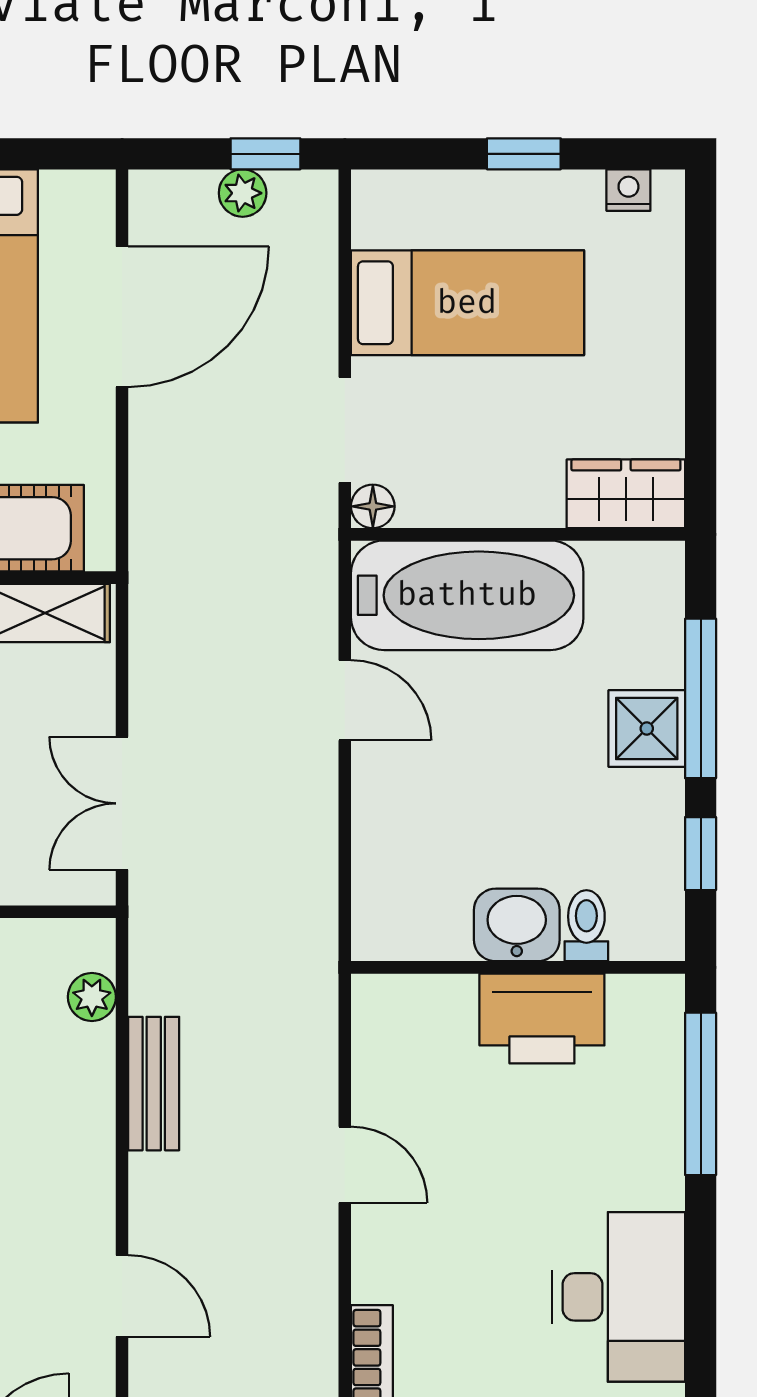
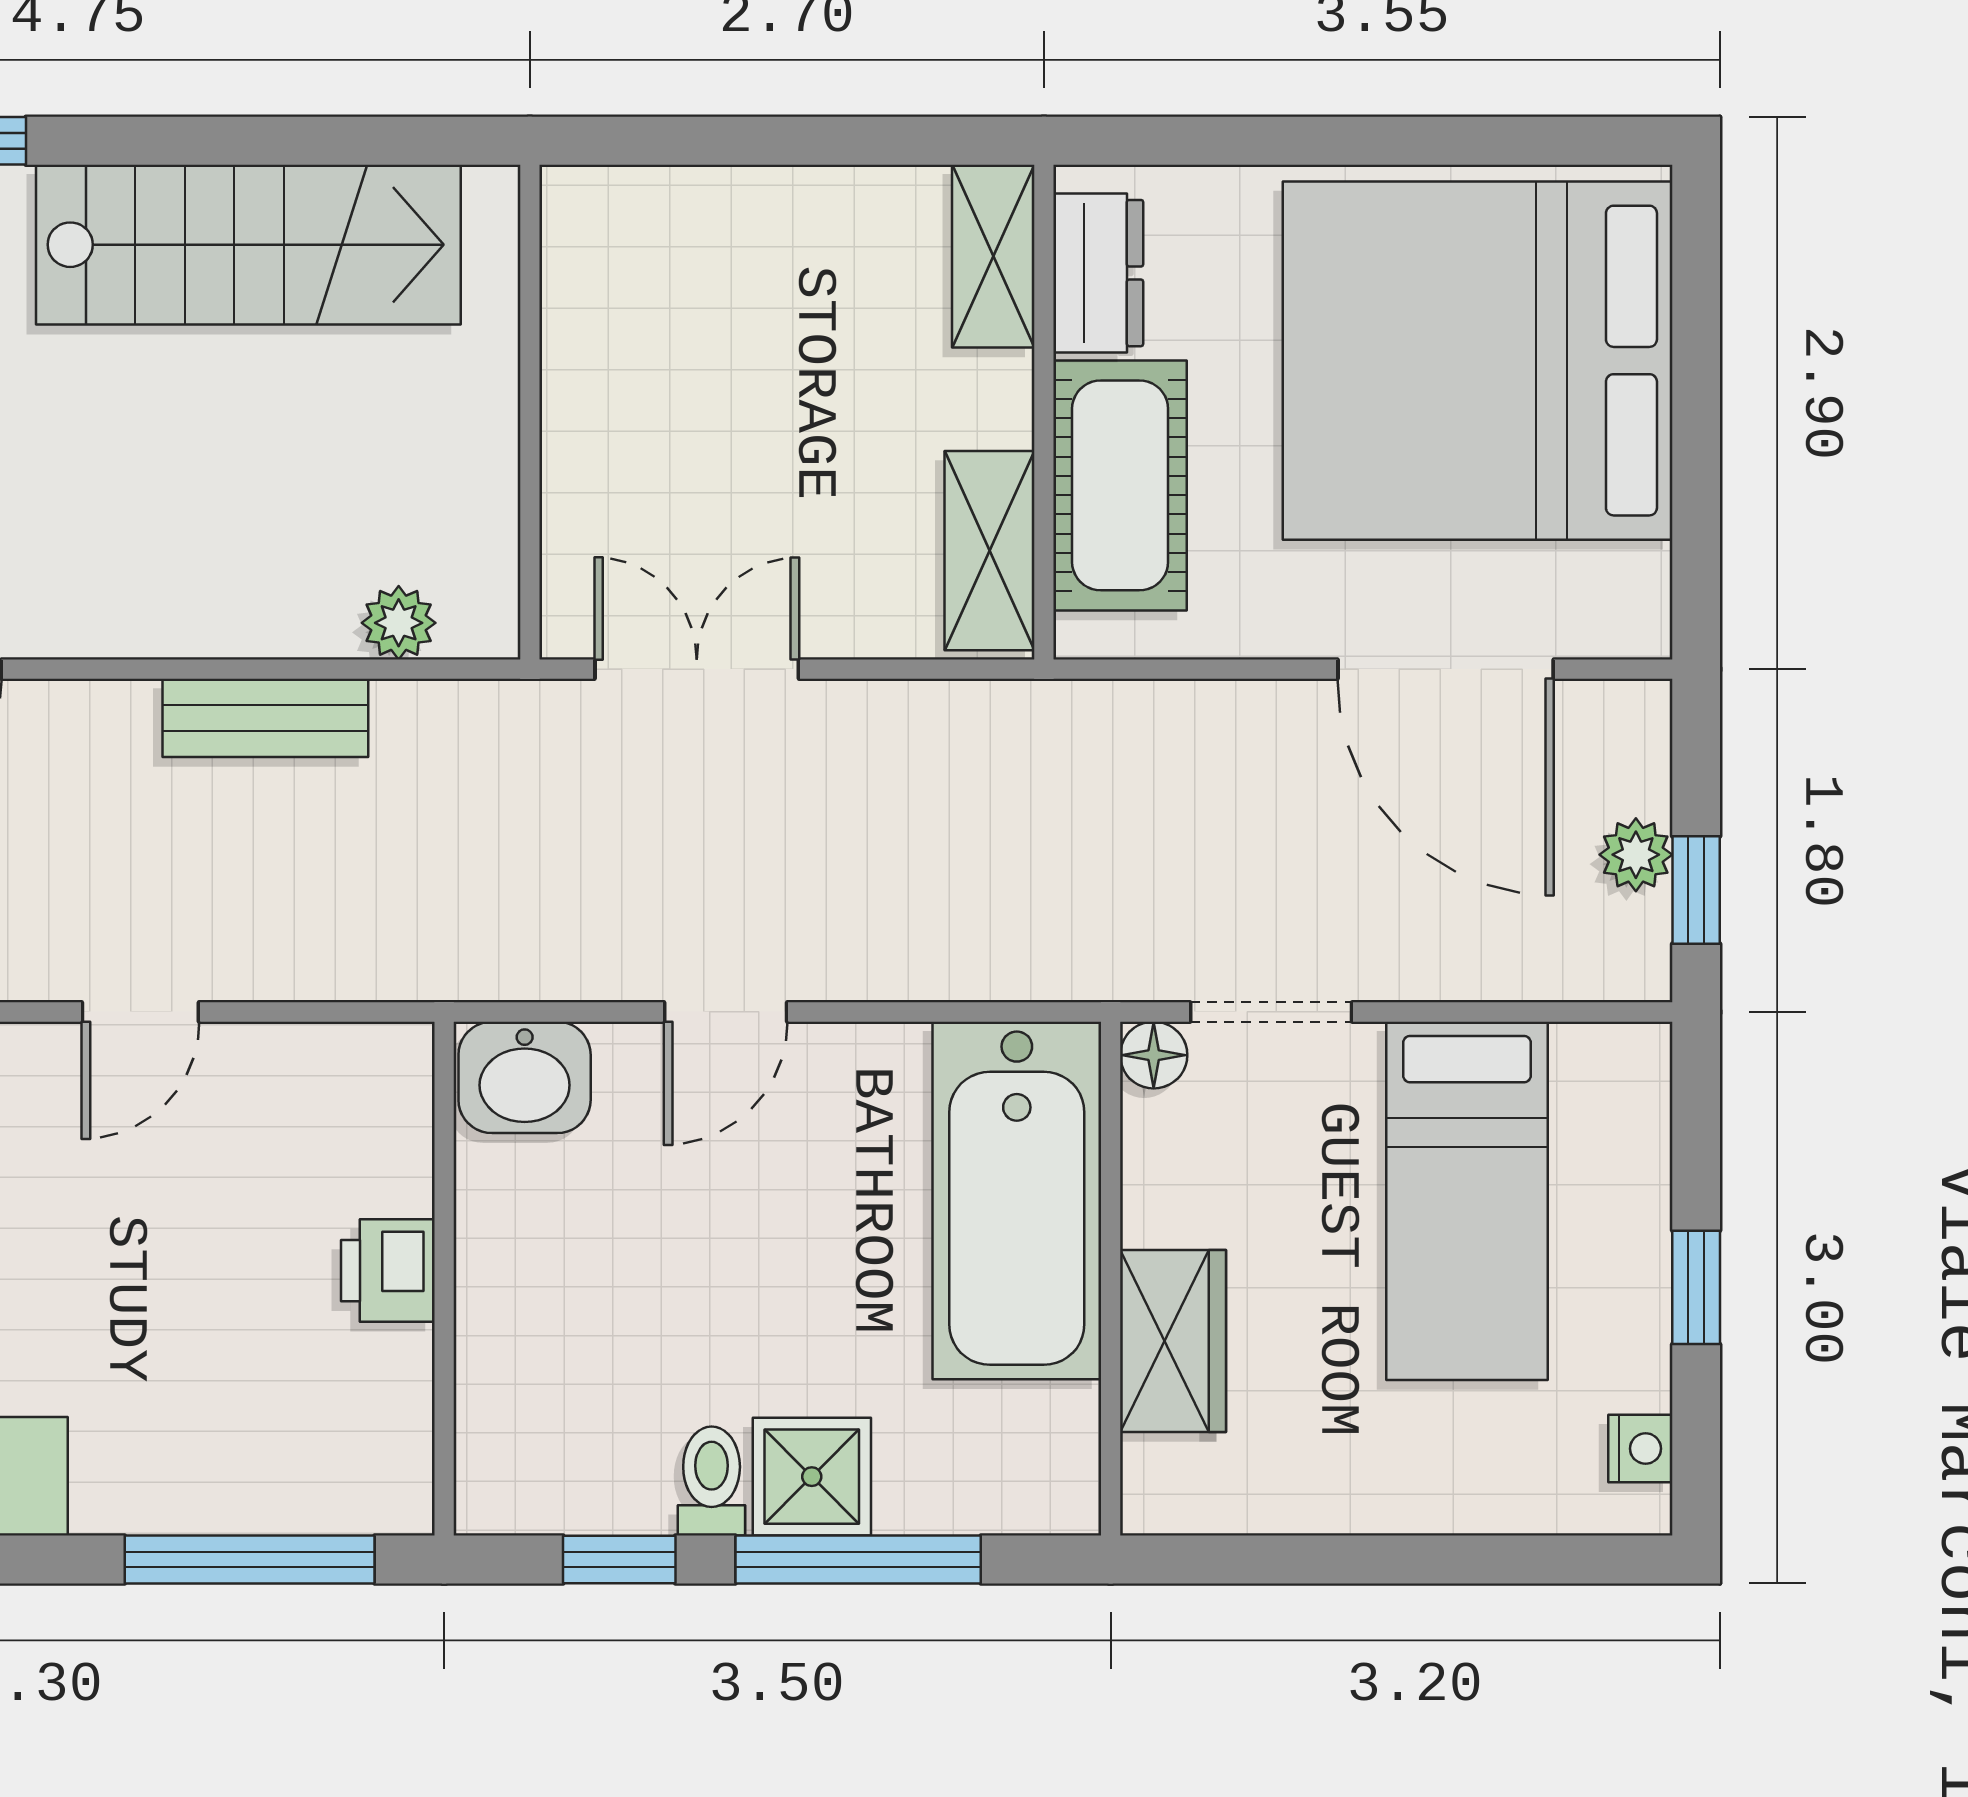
wardrobe: (626, 494) -> (1173, 1341), moved
door: (345, 700) -> (726, 1012), moved
washbasin: (517, 925) -> (525, 1077), moved, turned 90
toilet: (586, 926) -> (712, 1481), moved, turned -90
printer: (542, 1019) -> (388, 1271), width x0.53, depth x0.68

